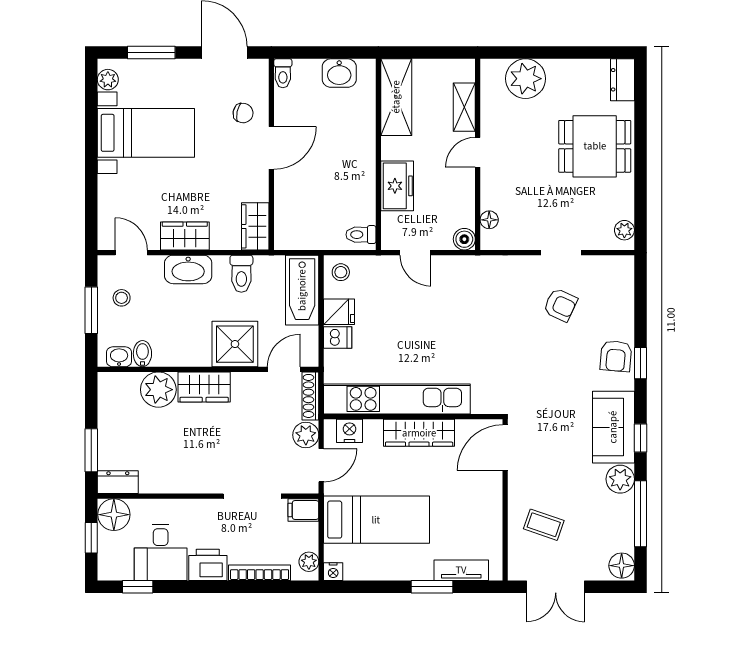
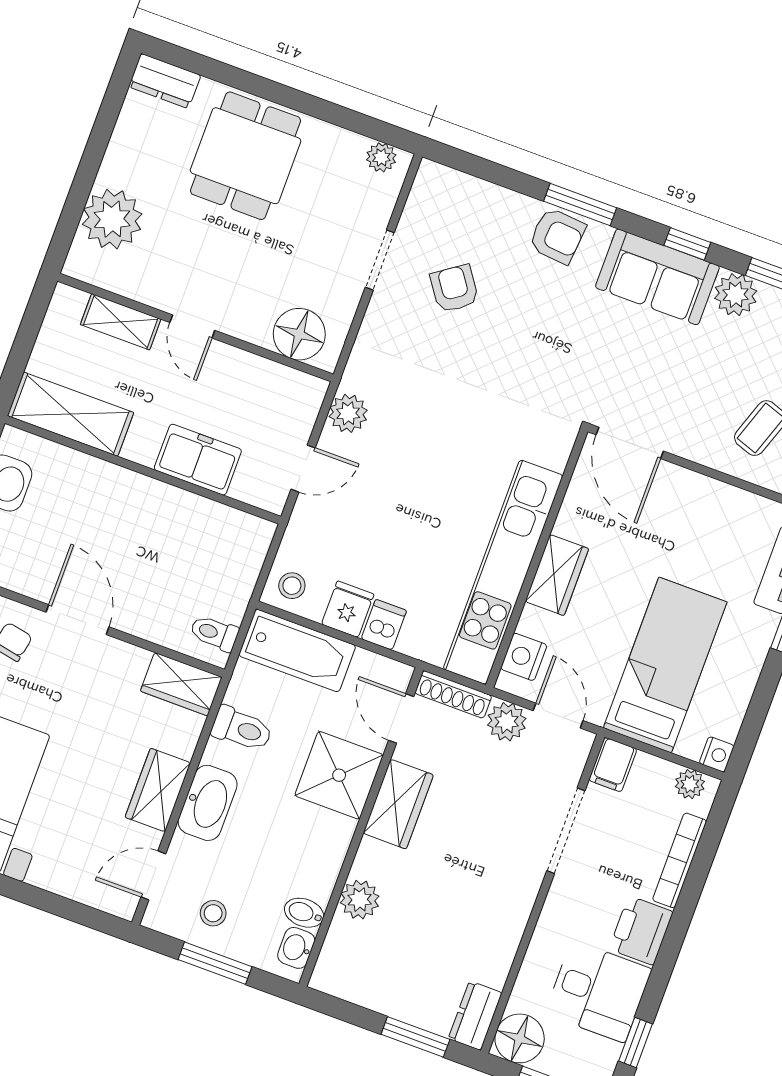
floor lamp: (489, 220) -> (299, 334), width x1.89, depth x1.89
toilet: (361, 235) -> (214, 633), moved, turned 90
boiler: (464, 239) -> (310, 391), removed
plant: (459, 268) -> (348, 413), added
armchair: (560, 305) -> (454, 289), turned -60
window: (640, 363) -> (580, 204), width x1.50
wardrobe: (204, 387) -> (398, 804), moved
plant: (158, 390) -> (360, 900), width x0.73, depth x0.73
wardrobe: (419, 433) -> (557, 575), width x0.67

